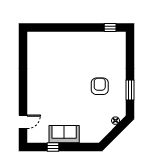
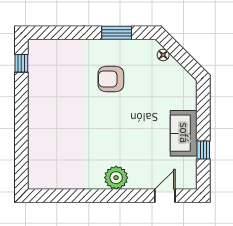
plant: (35, 90) -> (116, 178), added
door: (23, 122) -> (165, 196), hinge flipped

